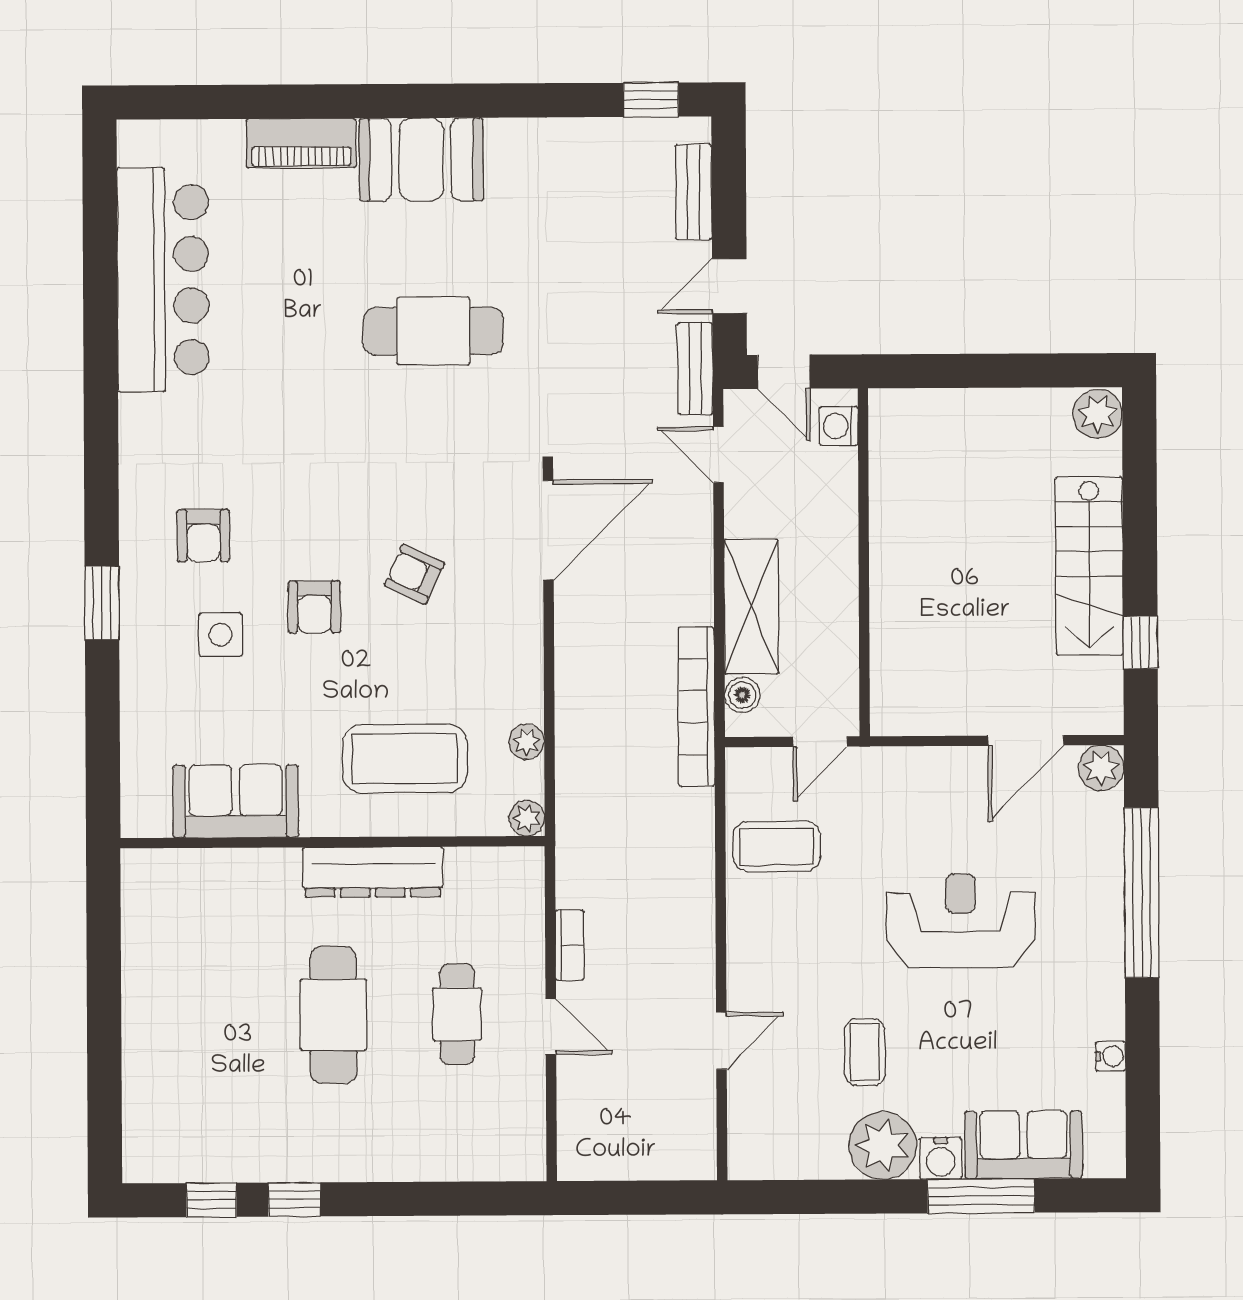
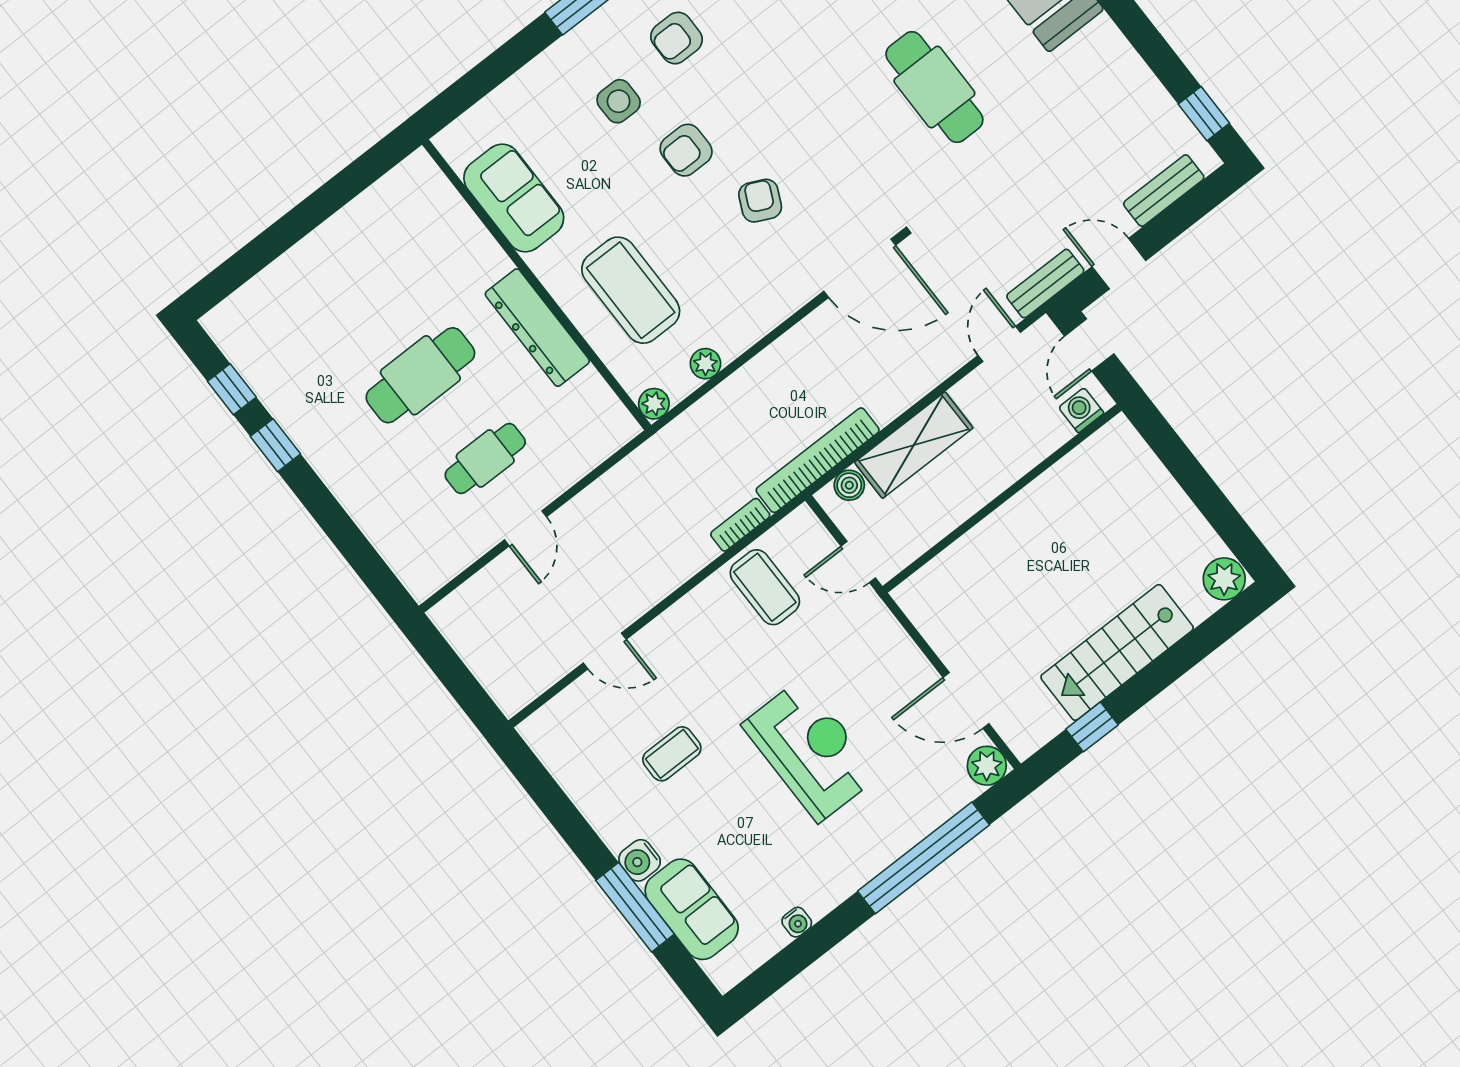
bookcase: (570, 945) -> (740, 525), moved, turned 180
plant: (883, 1146) -> (618, 814), removed

